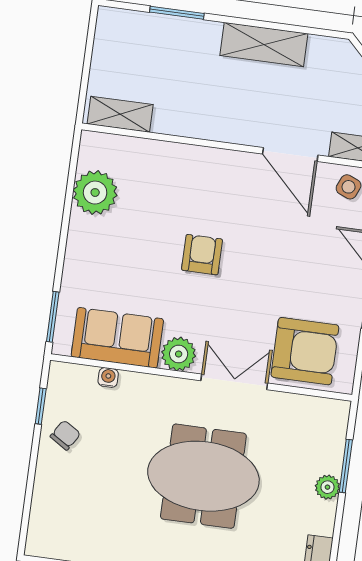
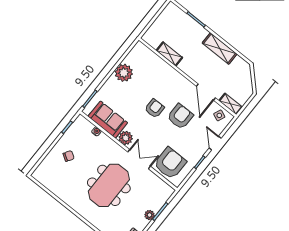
shelving: (120, 114) -> (169, 54), moved
plant: (95, 193) -> (124, 73), moved
armchair: (267, 239) -> (180, 116), added
armchair: (305, 351) -> (170, 163), turned -90
chair: (65, 435) -> (69, 156), moved
meeting table: (203, 476) -> (109, 185), turned 90

